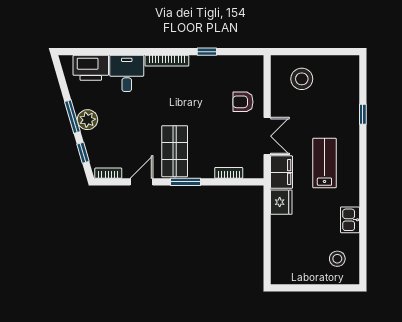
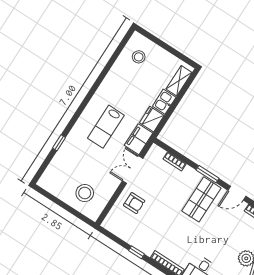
kitchen sink: (350, 220) -> (164, 102), moved, turned 180
shelving: (279, 261) -> (179, 81), added

